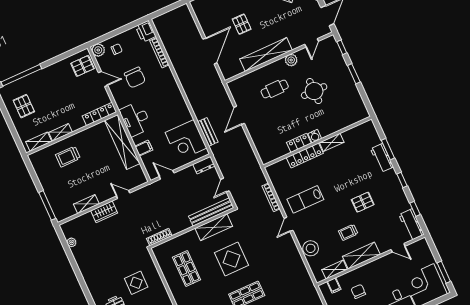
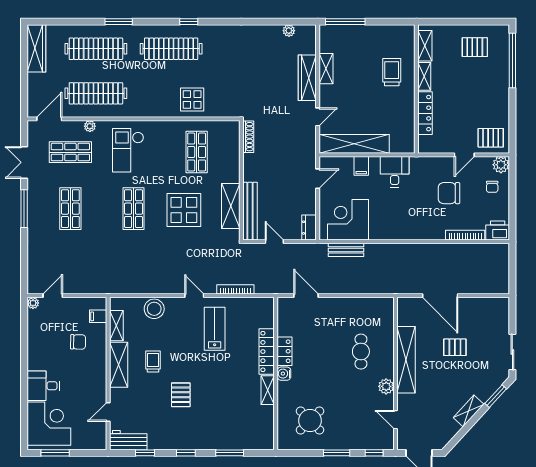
pallet: (83, 66) -> (491, 138), turned 90
round table: (314, 91) -> (310, 421), moved, turned 45
locker: (99, 114) -> (425, 113), moved
door: (239, 115) -> (306, 296), moved
desk: (135, 119) -> (395, 172), width x0.73
shelving: (122, 142) -> (354, 144), moved
workbench: (382, 158) -> (223, 441), removed
wardrobe: (104, 212) -> (307, 78), width x1.50
shop shelf: (187, 269) -> (197, 152), turned 90
display table: (136, 283) -> (192, 99), moved

